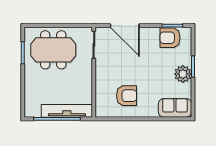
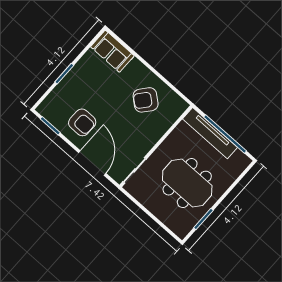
armchair: (170, 38) -> (82, 122), moved
meeting table: (53, 50) -> (187, 183), moved
plant: (183, 74) -> (79, 75), removed
armchair: (126, 96) -> (146, 100), turned -50

